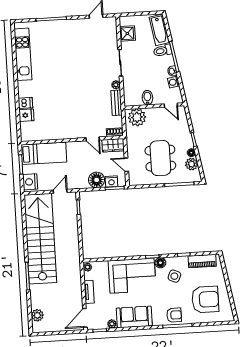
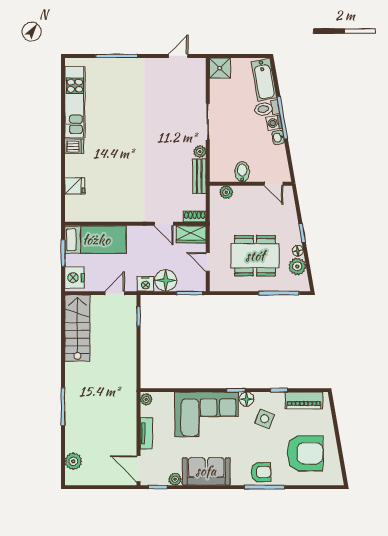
shower: (127, 33) -> (220, 68), moved
washing machine: (174, 82) -> (274, 123), moved
dishwasher: (25, 103) -> (74, 146), moved
plant: (137, 117) -> (226, 192), width x0.53, depth x0.53
dining table: (160, 158) -> (255, 256), turned 90
nightstand: (111, 181) -> (145, 284), moved
stairs: (40, 239) -> (77, 328), width x0.54, depth x0.66
door: (85, 318) -> (138, 469), hinge flipped

